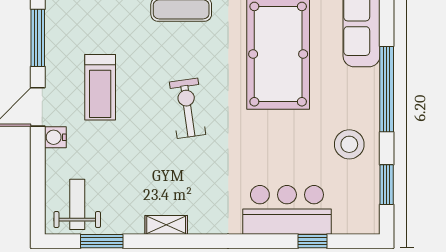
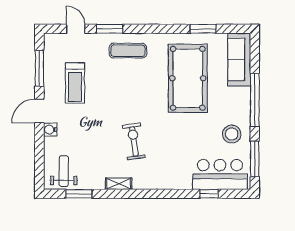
treadmill: (100, 87) -> (75, 83), moved
exercise bike: (188, 108) -> (134, 141), moved
window: (387, 185) -> (255, 159), width x1.44
bar counter: (287, 210) -> (220, 174), moved

